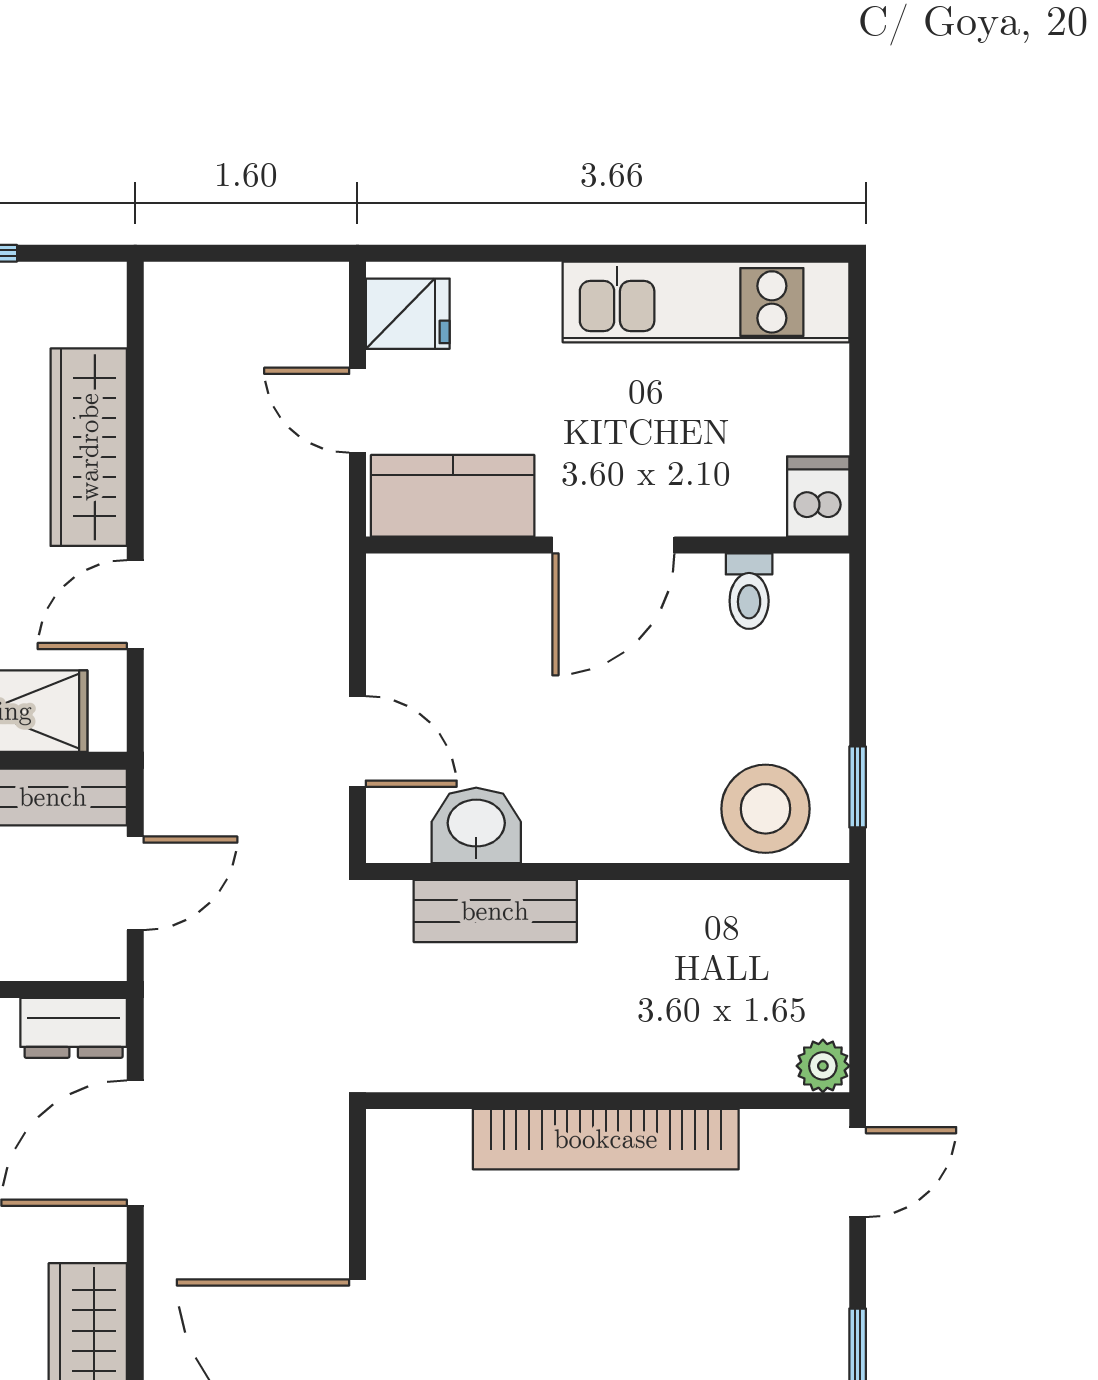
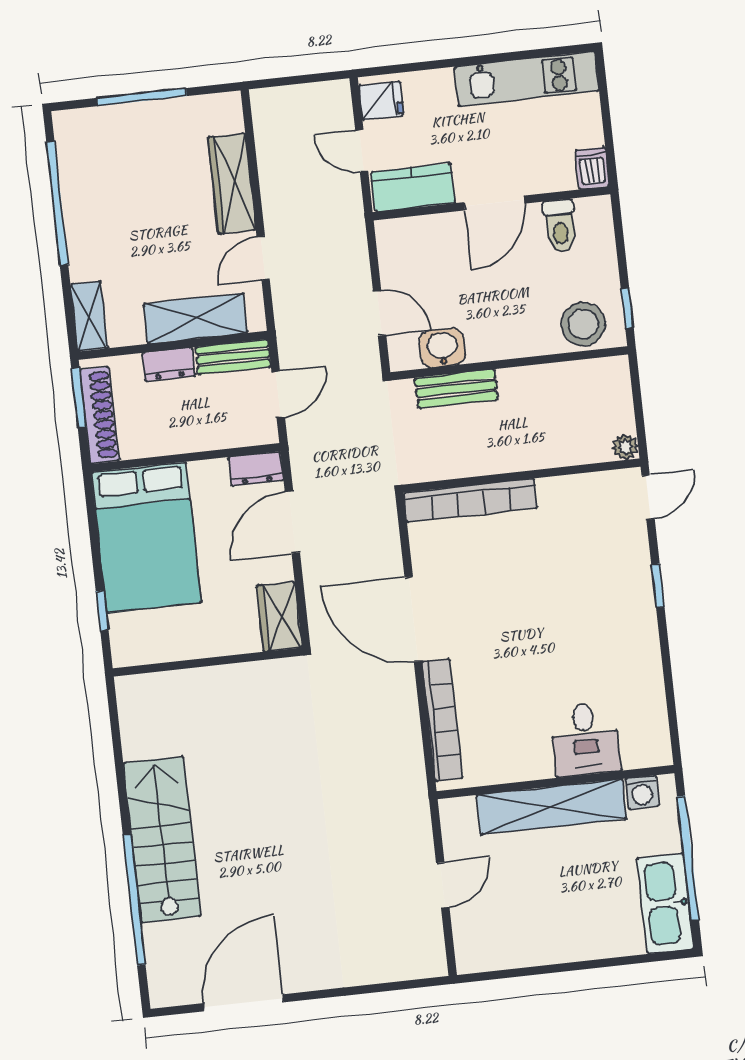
toilet: (749, 591) -> (560, 226), width x1.37, depth x1.39
bookcase: (606, 1139) -> (470, 500), moved

